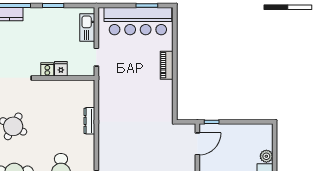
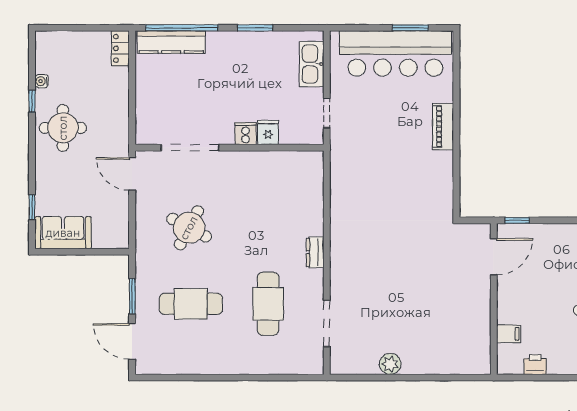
dresser: (89, 121) -> (315, 252), moved, width x0.70

